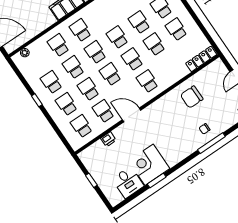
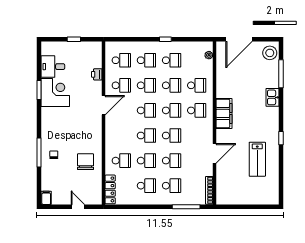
school desk: (147, 81) -> (121, 161), moved

